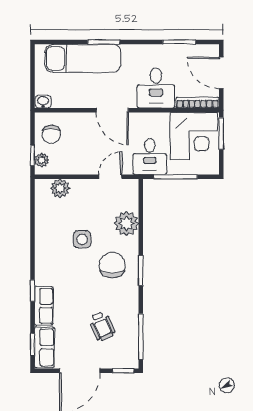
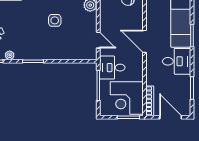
door: (221, 73) -> (171, 117), hinge flipped
desk: (156, 88) -> (177, 61), moved, turned 180
door: (112, 110) -> (145, 41), hinge flipped
plant: (126, 223) -> (10, 55), moved, width x0.53, depth x0.53
chair: (112, 265) -> (37, 41), removed

